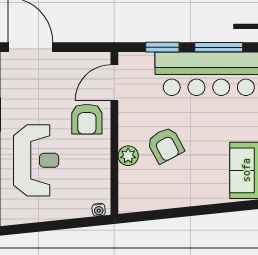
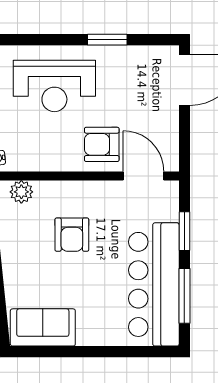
armchair: (165, 145) -> (72, 235), turned -62
plant: (128, 156) -> (21, 192), moved

